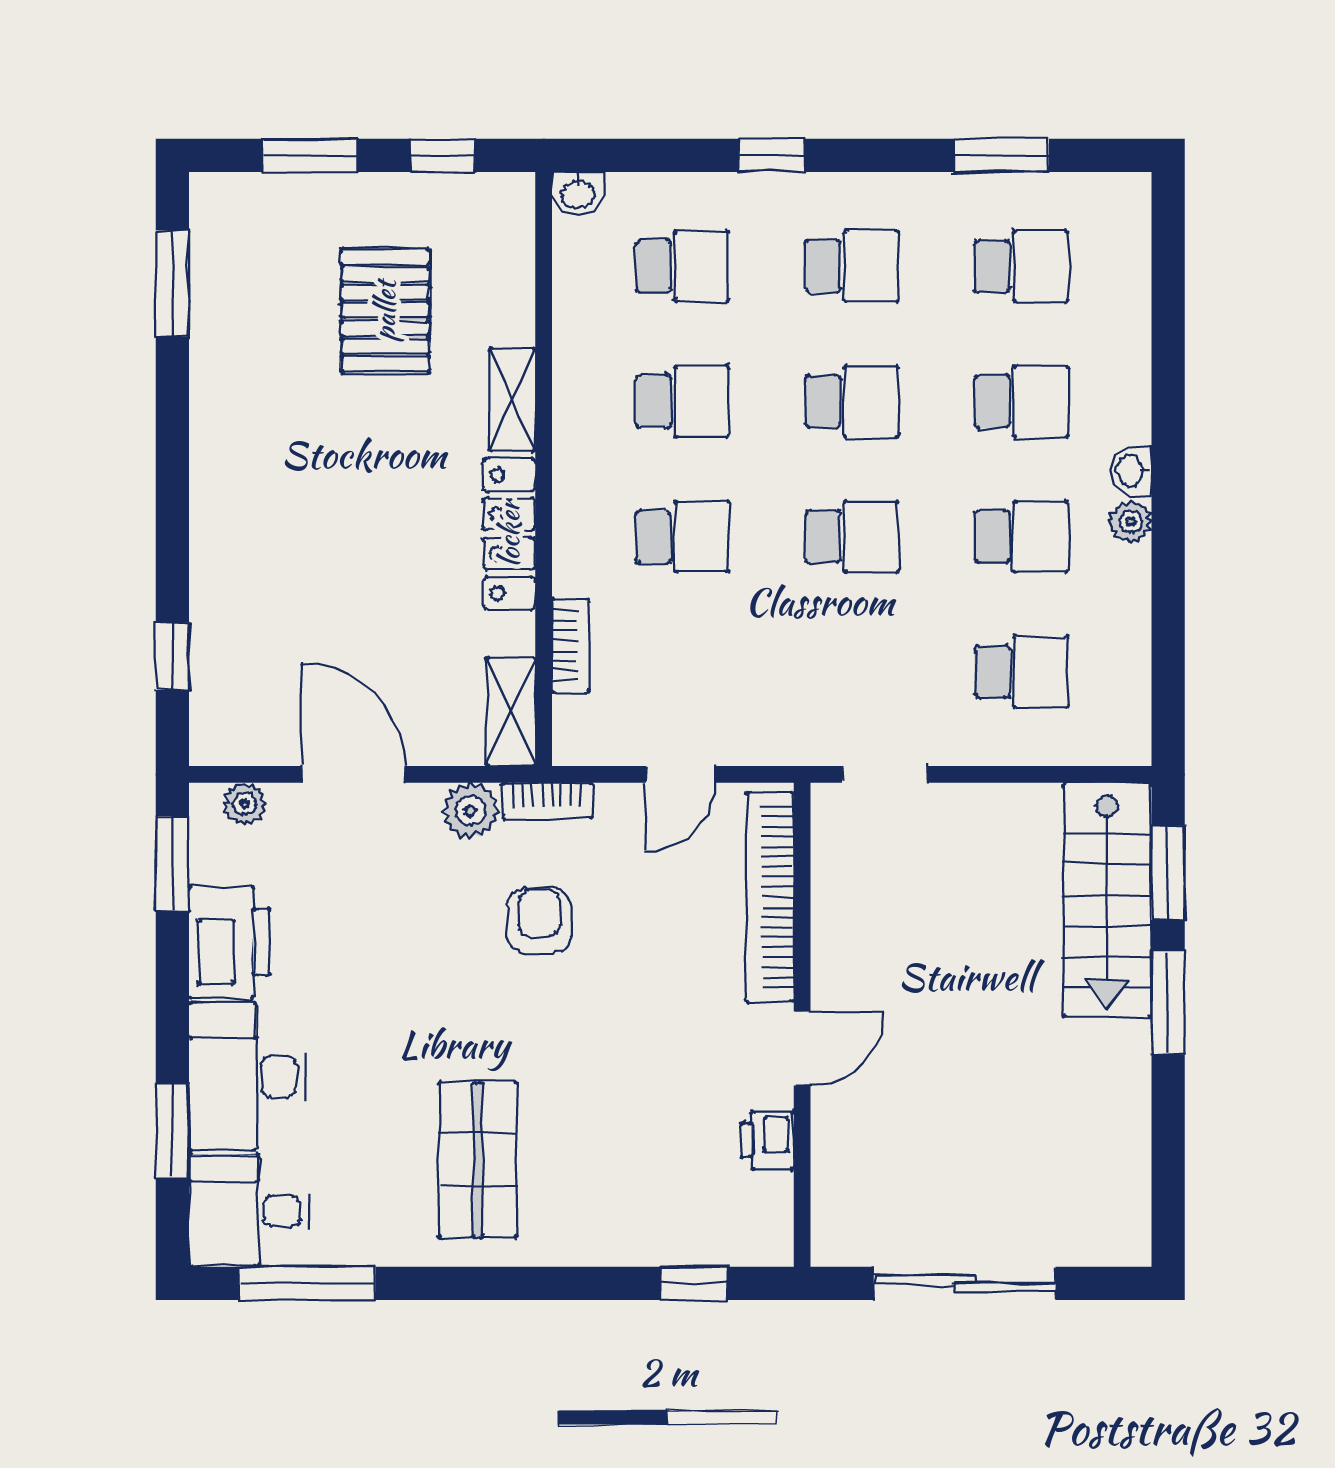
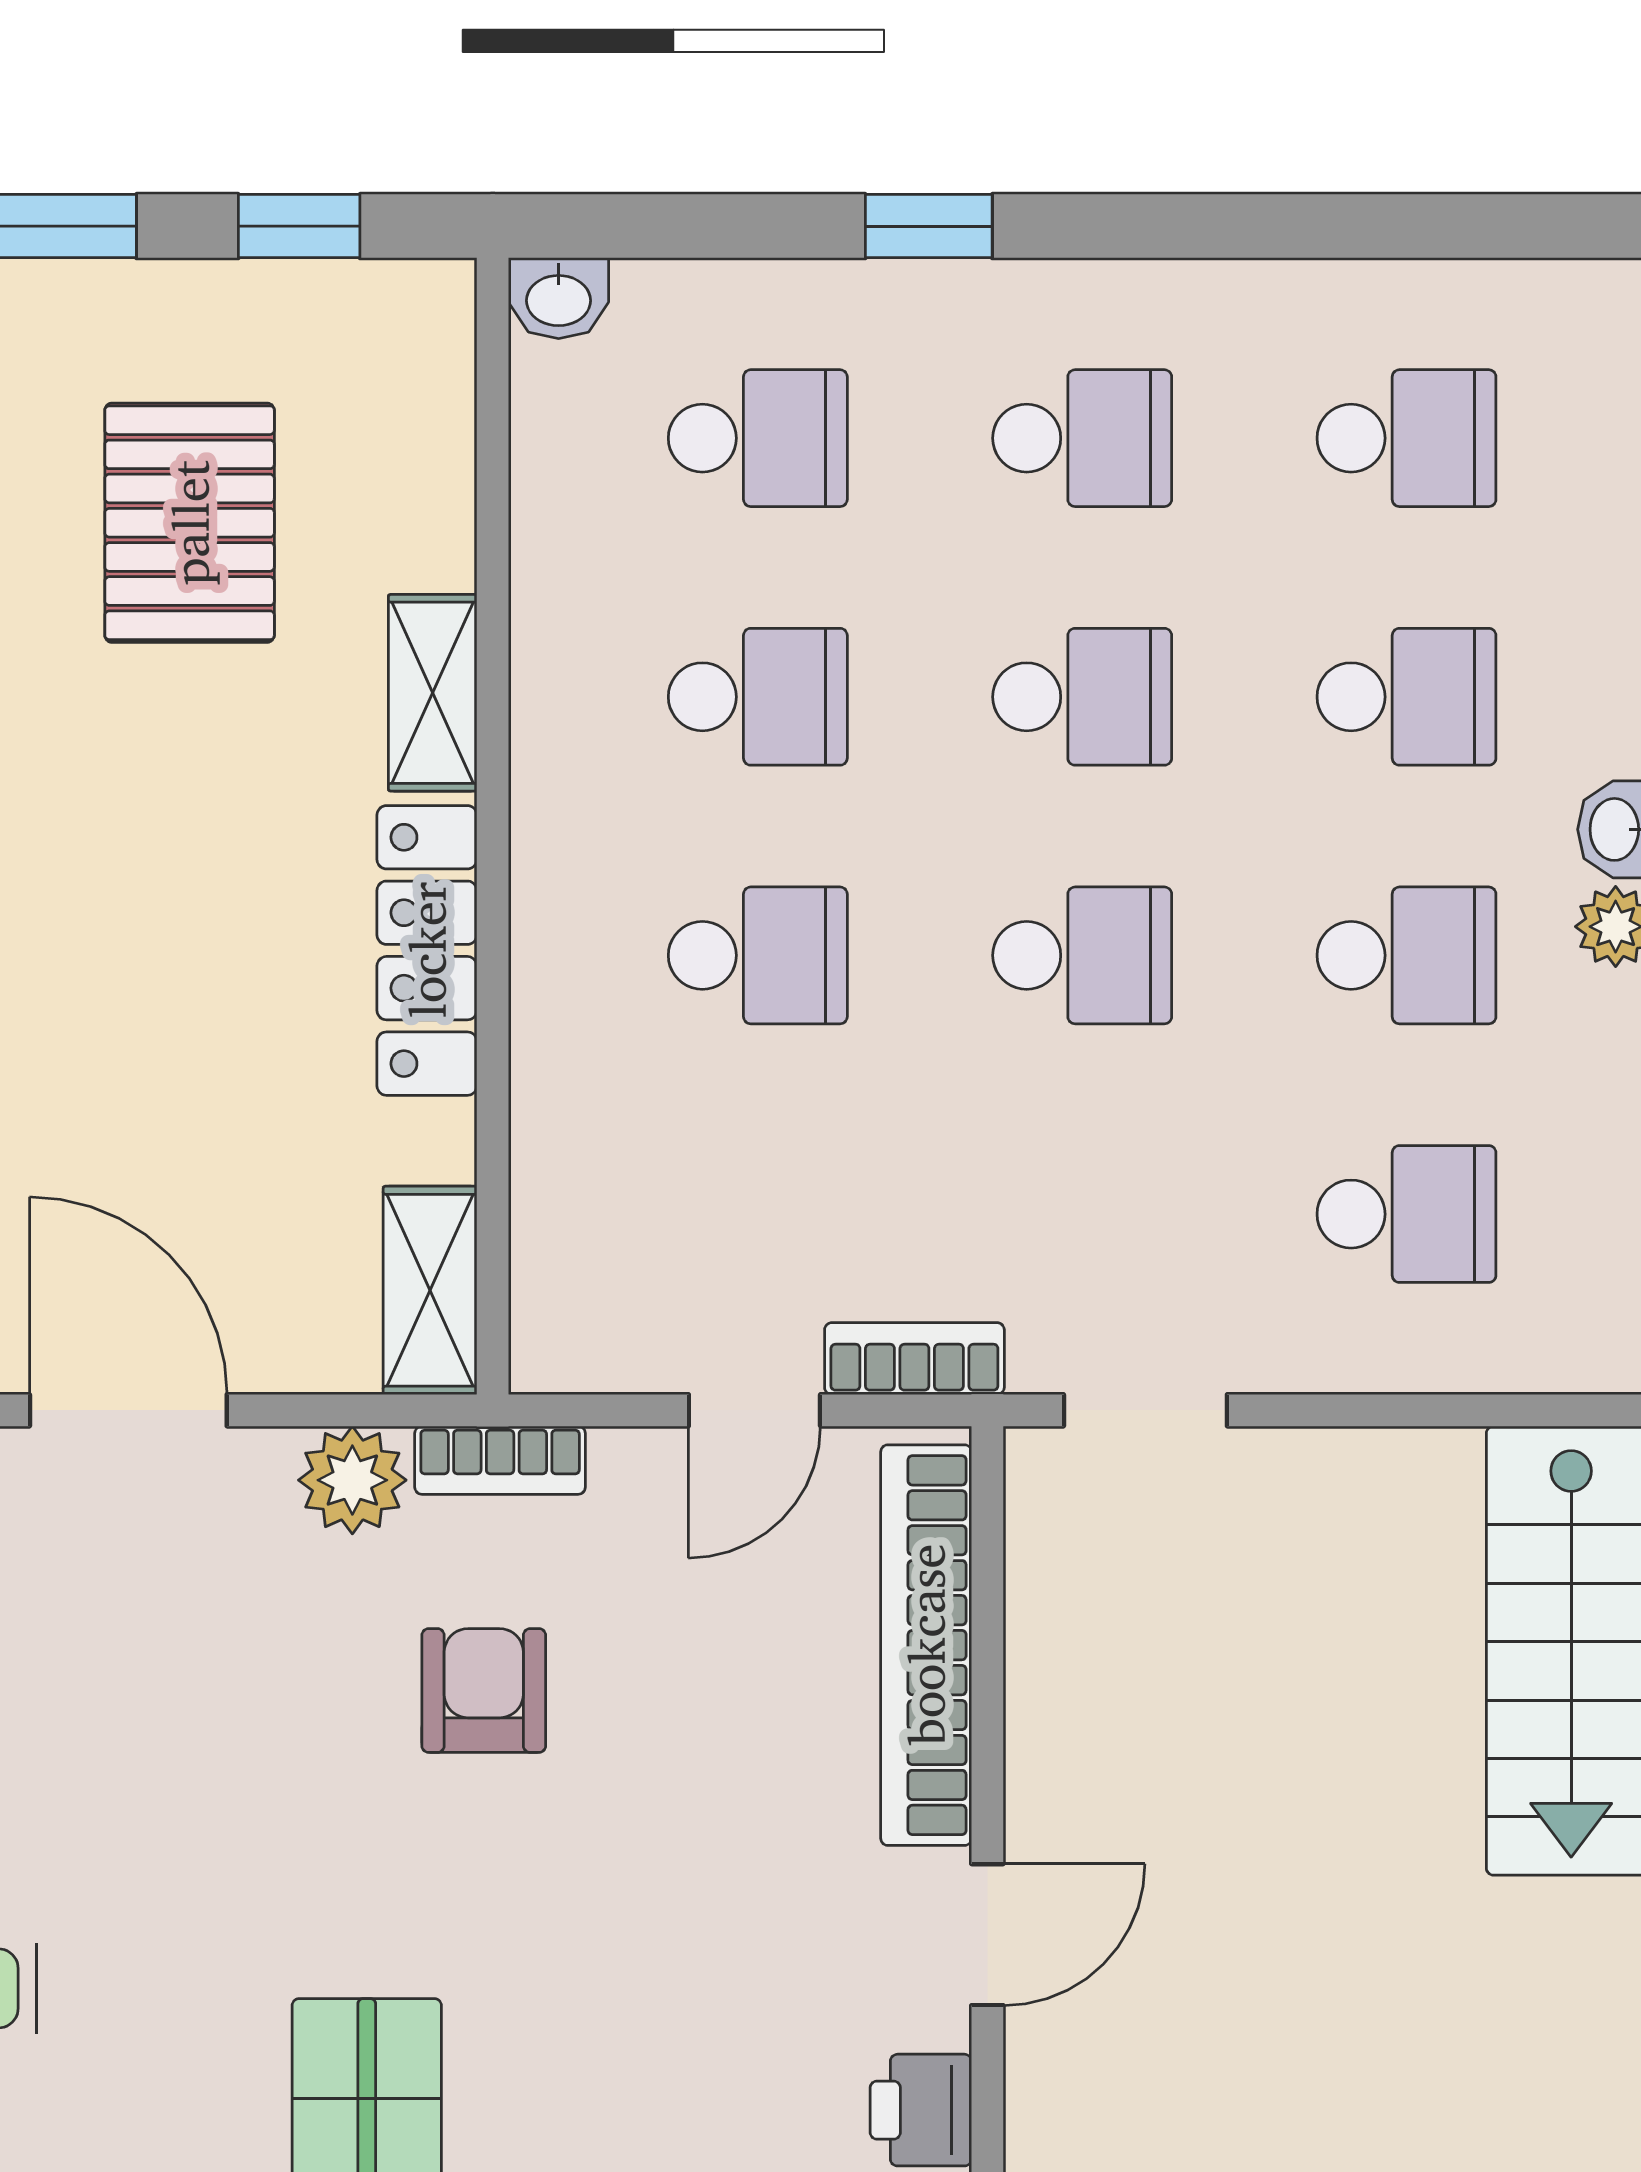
window: (1001, 155) -> (1368, 226), removed
bookcase: (571, 646) -> (914, 1359), moved, turned -90

